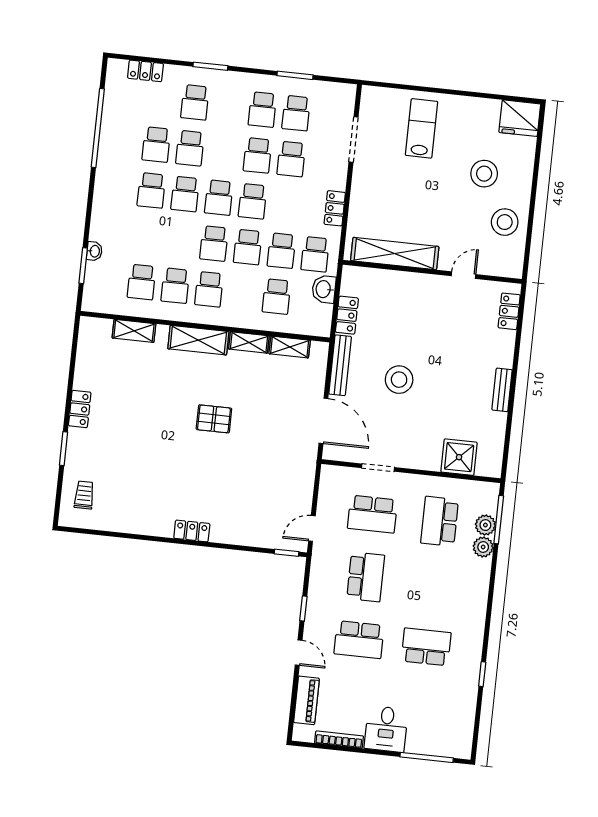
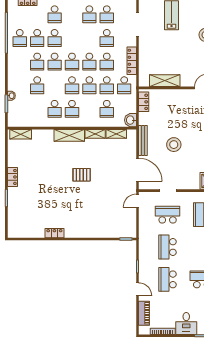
school desk: (123, 141) -> (20, 38), added
school desk: (257, 155) -> (107, 62), moved
locker: (335, 208) -> (132, 61), width x1.53
shelving: (395, 254) -> (165, 81), width x0.68
school desk: (142, 282) -> (37, 85), moved
washbasin: (324, 289) -> (130, 120), moved
locker: (347, 315) -> (144, 102), moved
shelving: (134, 331) -> (21, 134), moved
trolley: (84, 495) -> (19, 221), removed
school desk: (372, 514) -> (168, 215), turned 180
door: (312, 528) -> (137, 201), moved
locker: (192, 531) -> (54, 233), moved
school desk: (366, 577) -> (168, 247), turned 180
school desk: (359, 640) -> (168, 279), turned 90

